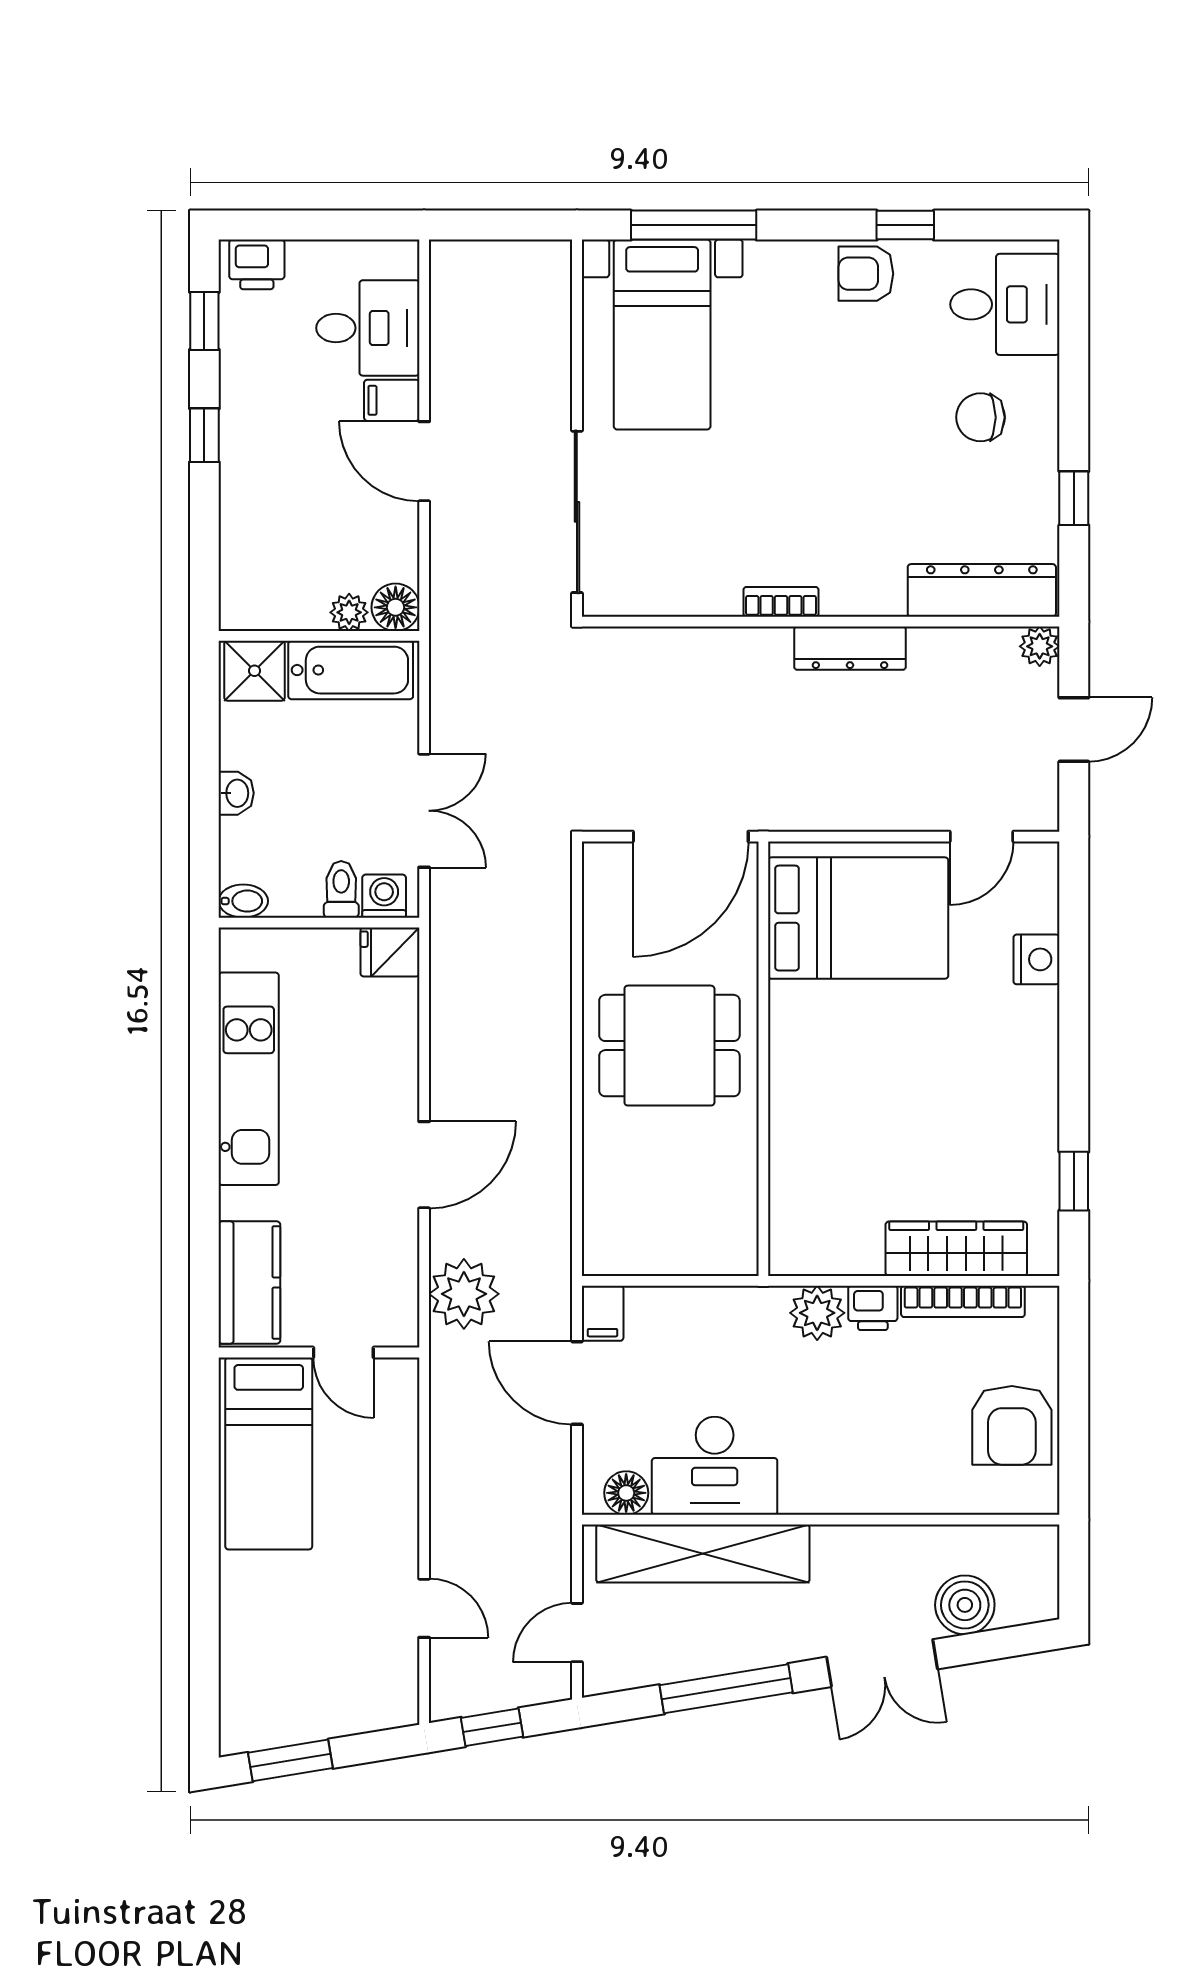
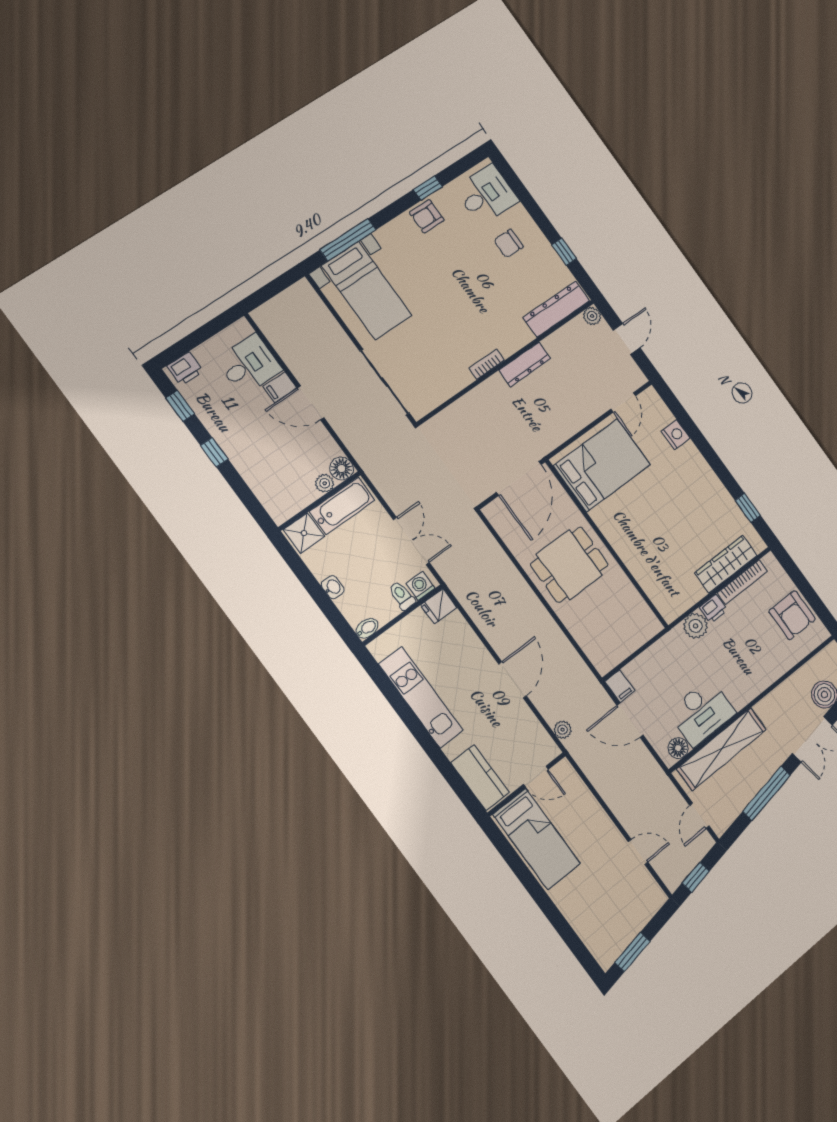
plant: (464, 1294) -> (563, 730), width x0.53, depth x0.53

